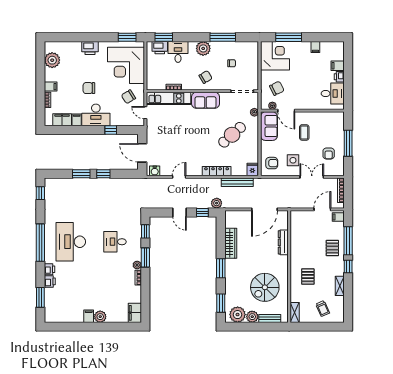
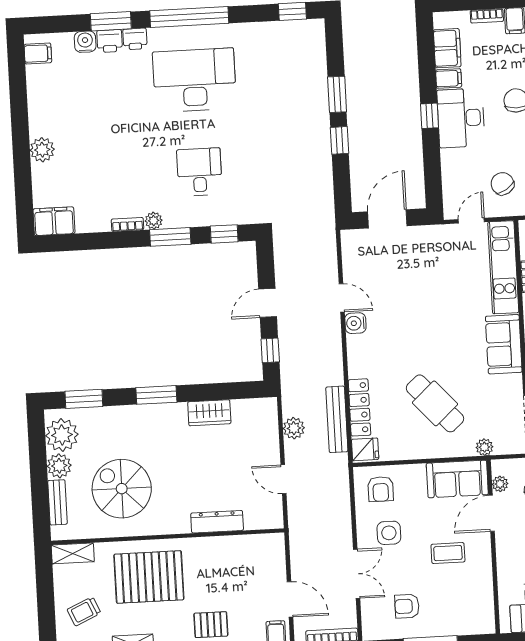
window: (111, 130) -> (430, 116), moved
water cooler: (155, 171) -> (355, 323), moved
locker: (217, 171) -> (360, 407), moved
plant: (217, 203) -> (294, 428), moved
door: (265, 209) -> (283, 479), width x0.53
wardrobe: (231, 243) -> (209, 413), width x0.67
pallet: (308, 277) -> (149, 577), width x2.05, depth x2.00
water cooler: (50, 293) -> (85, 42), added
window: (40, 297) -> (111, 21), moved
filing cabinet: (89, 316) -> (38, 53), moved

